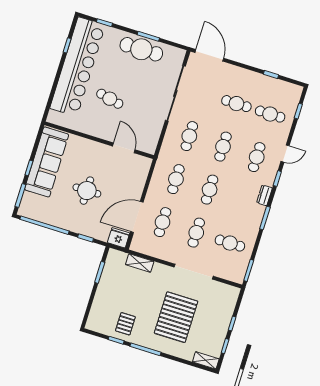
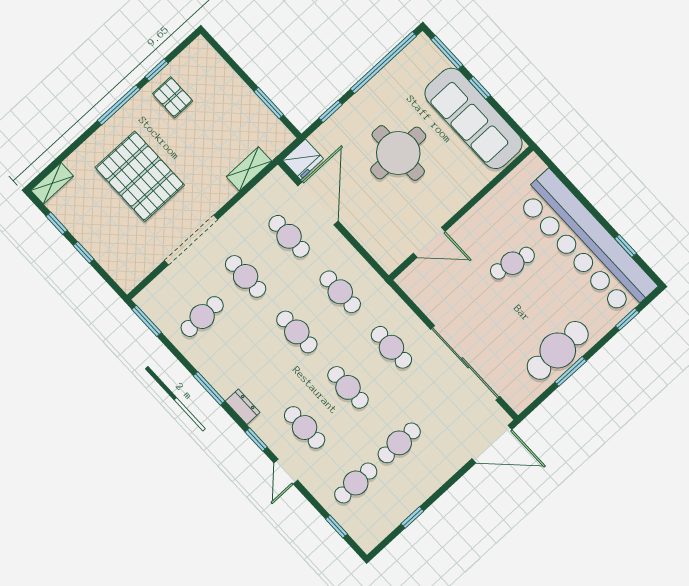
round table: (87, 191) -> (398, 153), width x1.36, depth x1.36

